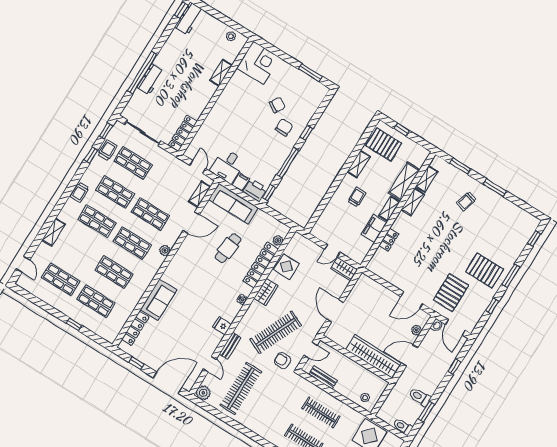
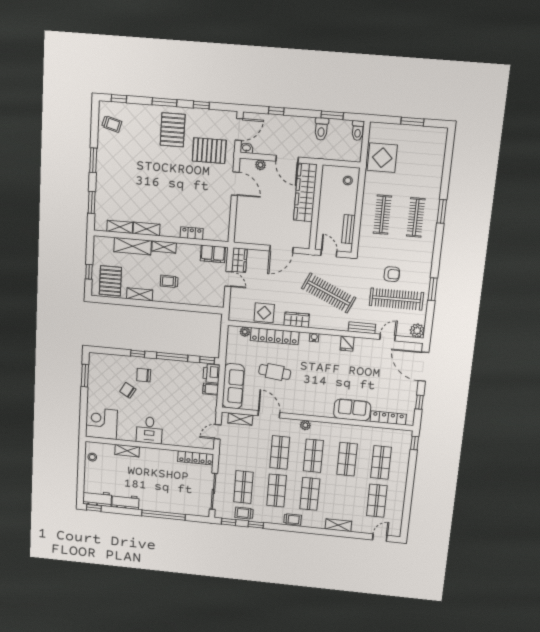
workbench: (150, 79) -> (125, 502), moved
desk: (227, 166) -> (149, 430), moved, turned 90
trolley: (466, 201) -> (112, 124), moved
filing cabinet: (374, 229) -> (213, 254), moved
window: (74, 324) -> (415, 443), moved
armchair: (283, 361) -> (392, 274), moved, turned -90
window: (234, 424) -> (433, 289), added

